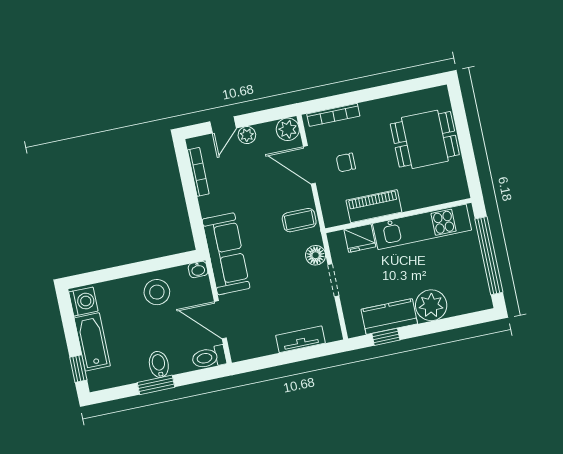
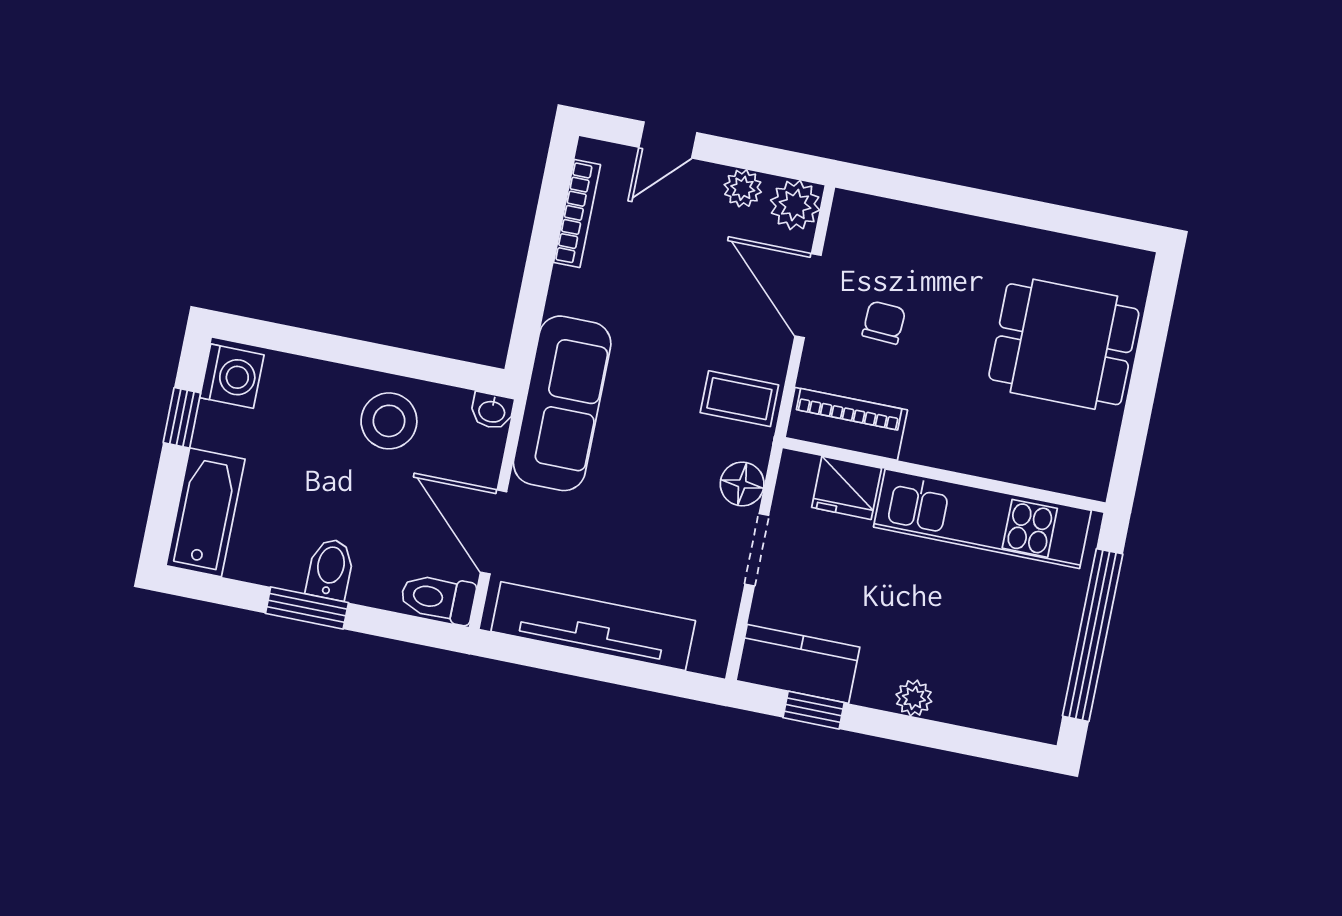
bookcase: (333, 115) -> (900, 215), removed
plant: (247, 135) -> (743, 188), moved
chair: (346, 163) -> (884, 323), turned 93
piano: (374, 206) -> (846, 424), moved
plant: (431, 305) -> (914, 698), width x0.53, depth x0.53
kitchen counter: (389, 317) -> (798, 664), moved
tv unit: (300, 339) -> (593, 626), width x1.92, depth x1.29
bathtub: (92, 342) -> (205, 512), moved
window: (78, 369) -> (182, 418), moved

